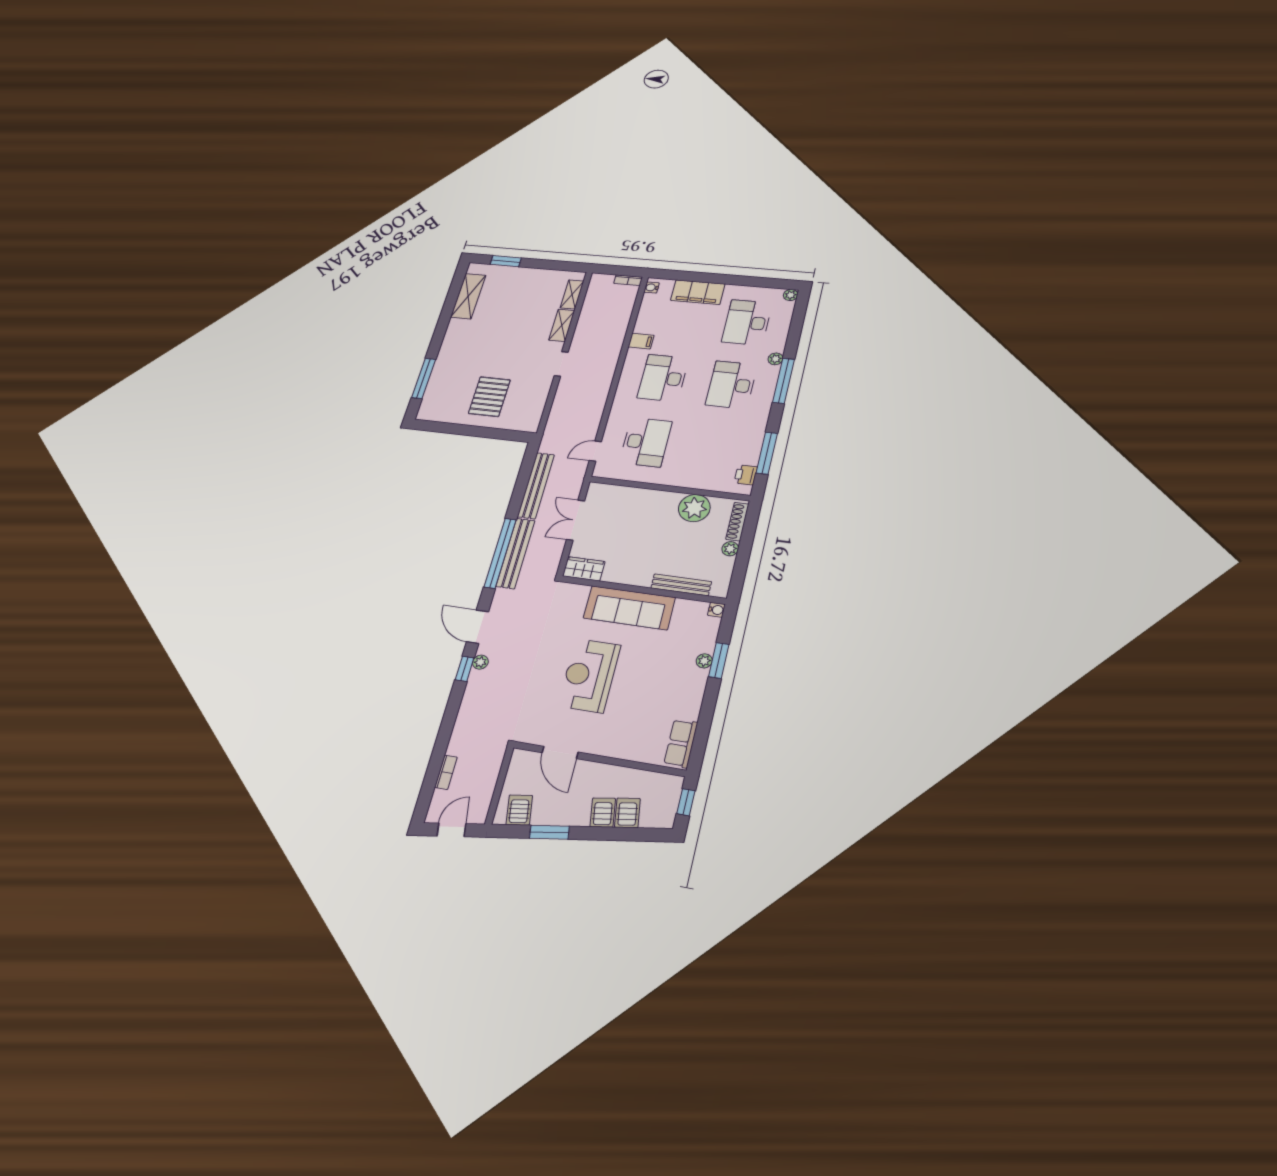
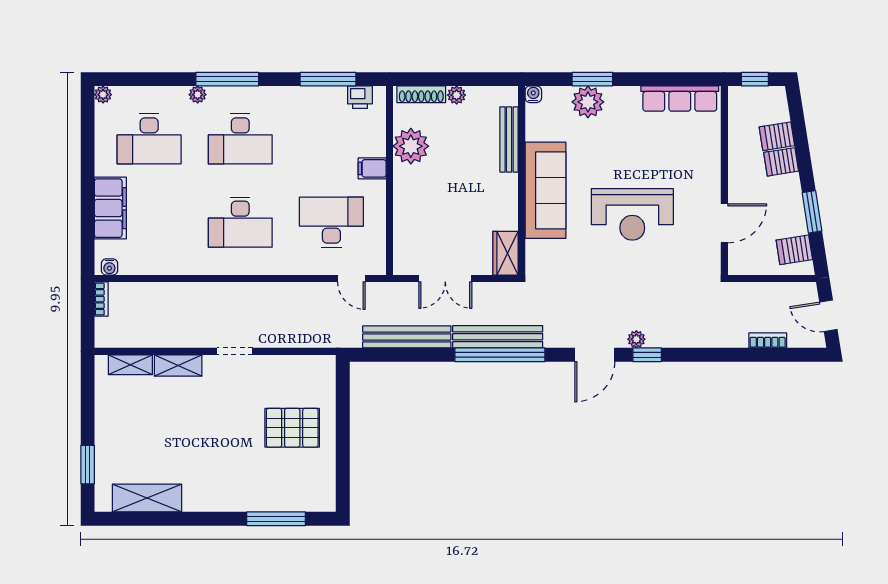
filing cabinet: (641, 341) -> (372, 168), moved, turned -90
plant: (704, 661) -> (588, 102), width x1.87, depth x1.87
row of seats: (681, 743) -> (680, 99), width x1.48

